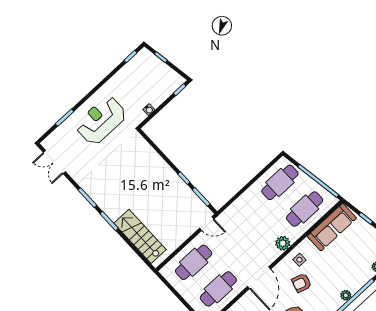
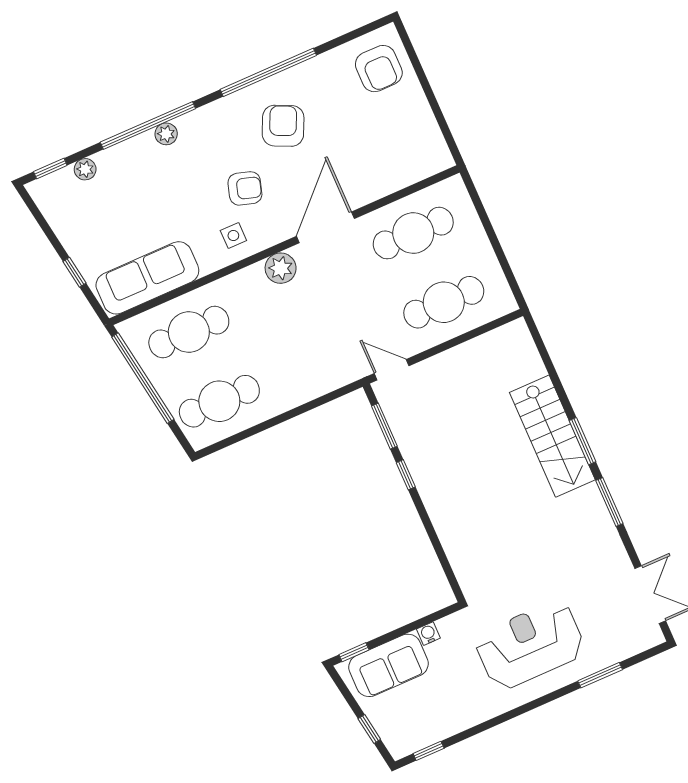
sofa: (162, 89) -> (388, 665), added
reception desk: (101, 120) -> (530, 645), turned 180
stairs: (140, 236) -> (552, 436), moved
plant: (283, 243) -> (281, 268), moved

